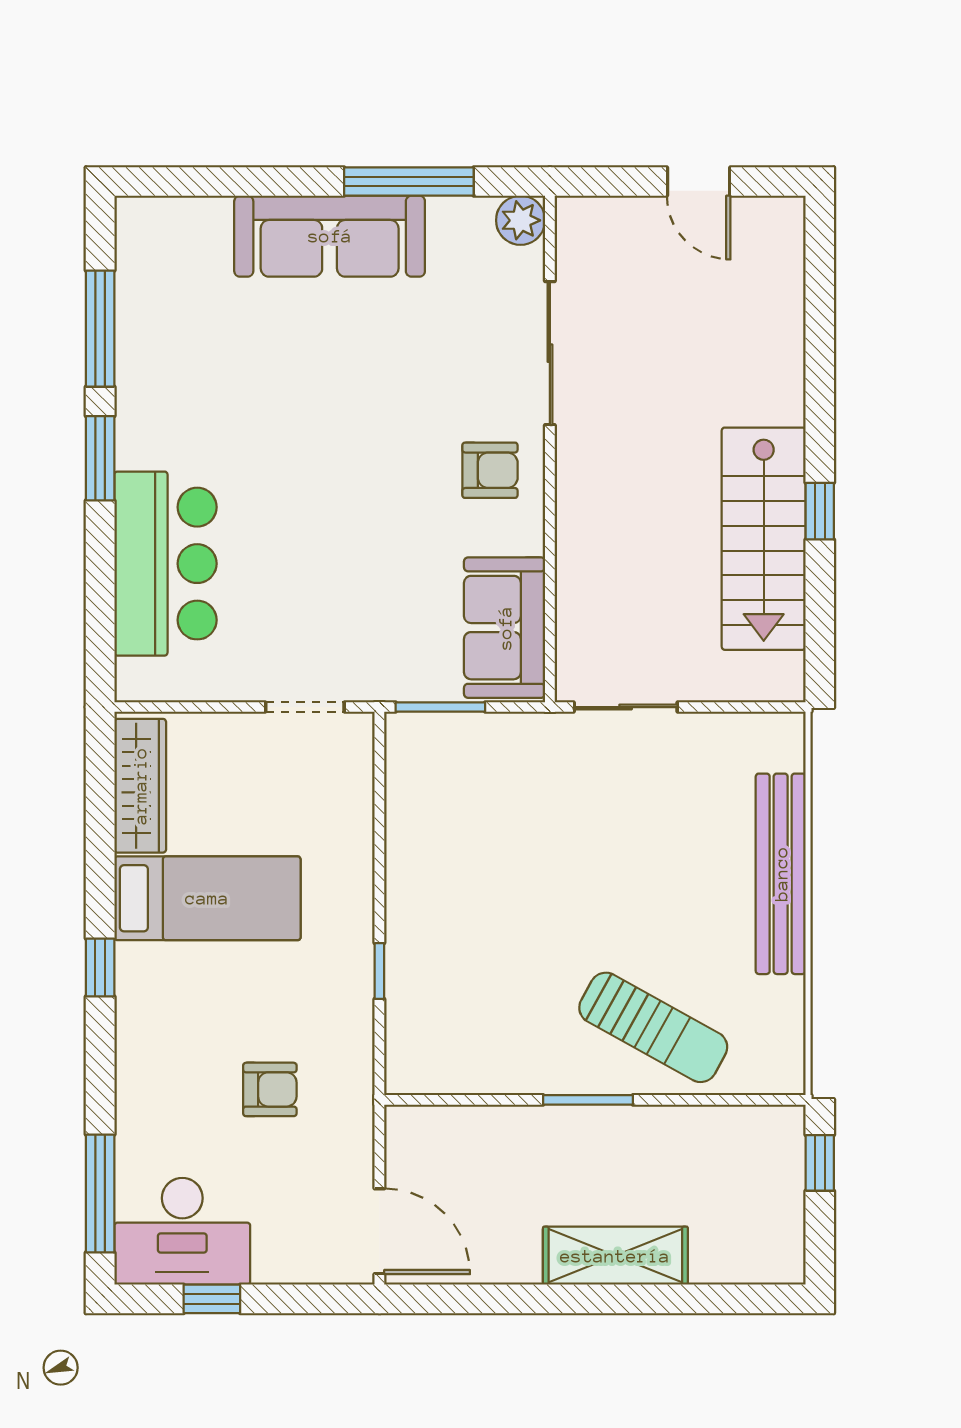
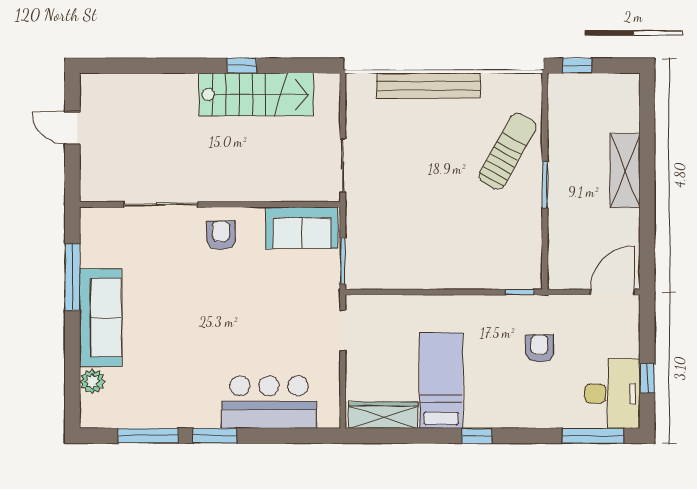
door: (699, 181) -> (72, 128), swing flipped
plant: (521, 220) -> (92, 381), moved
window: (379, 971) -> (520, 292), moved

